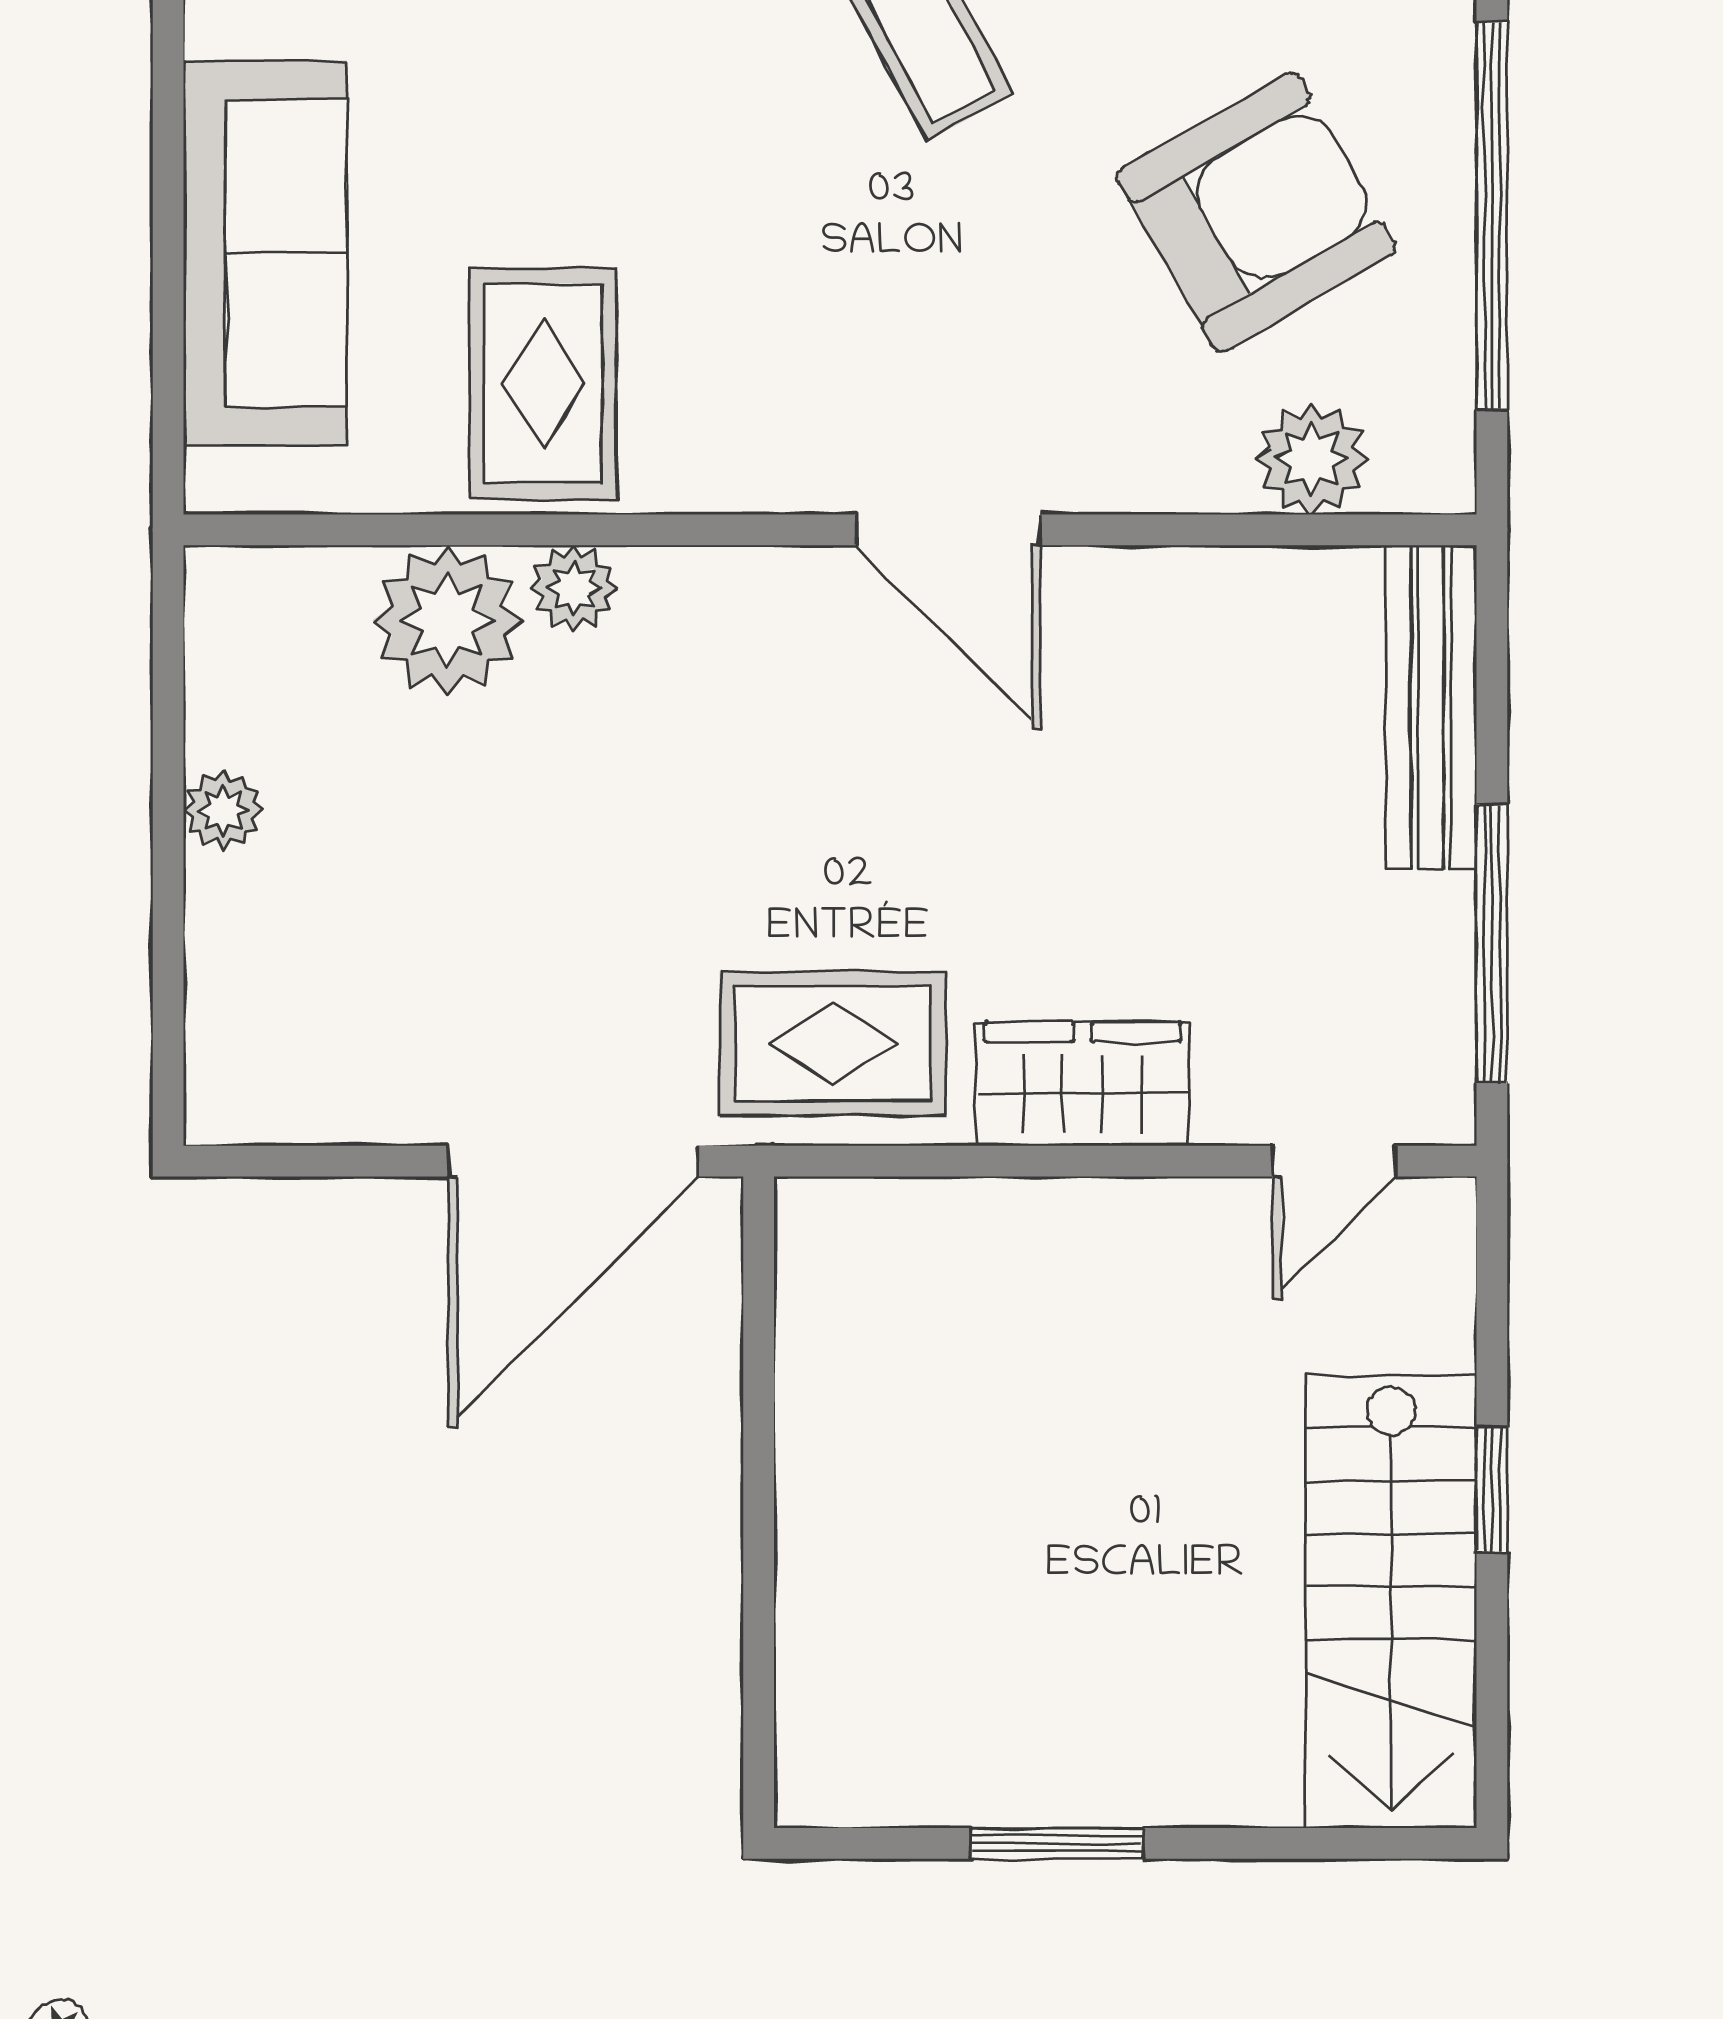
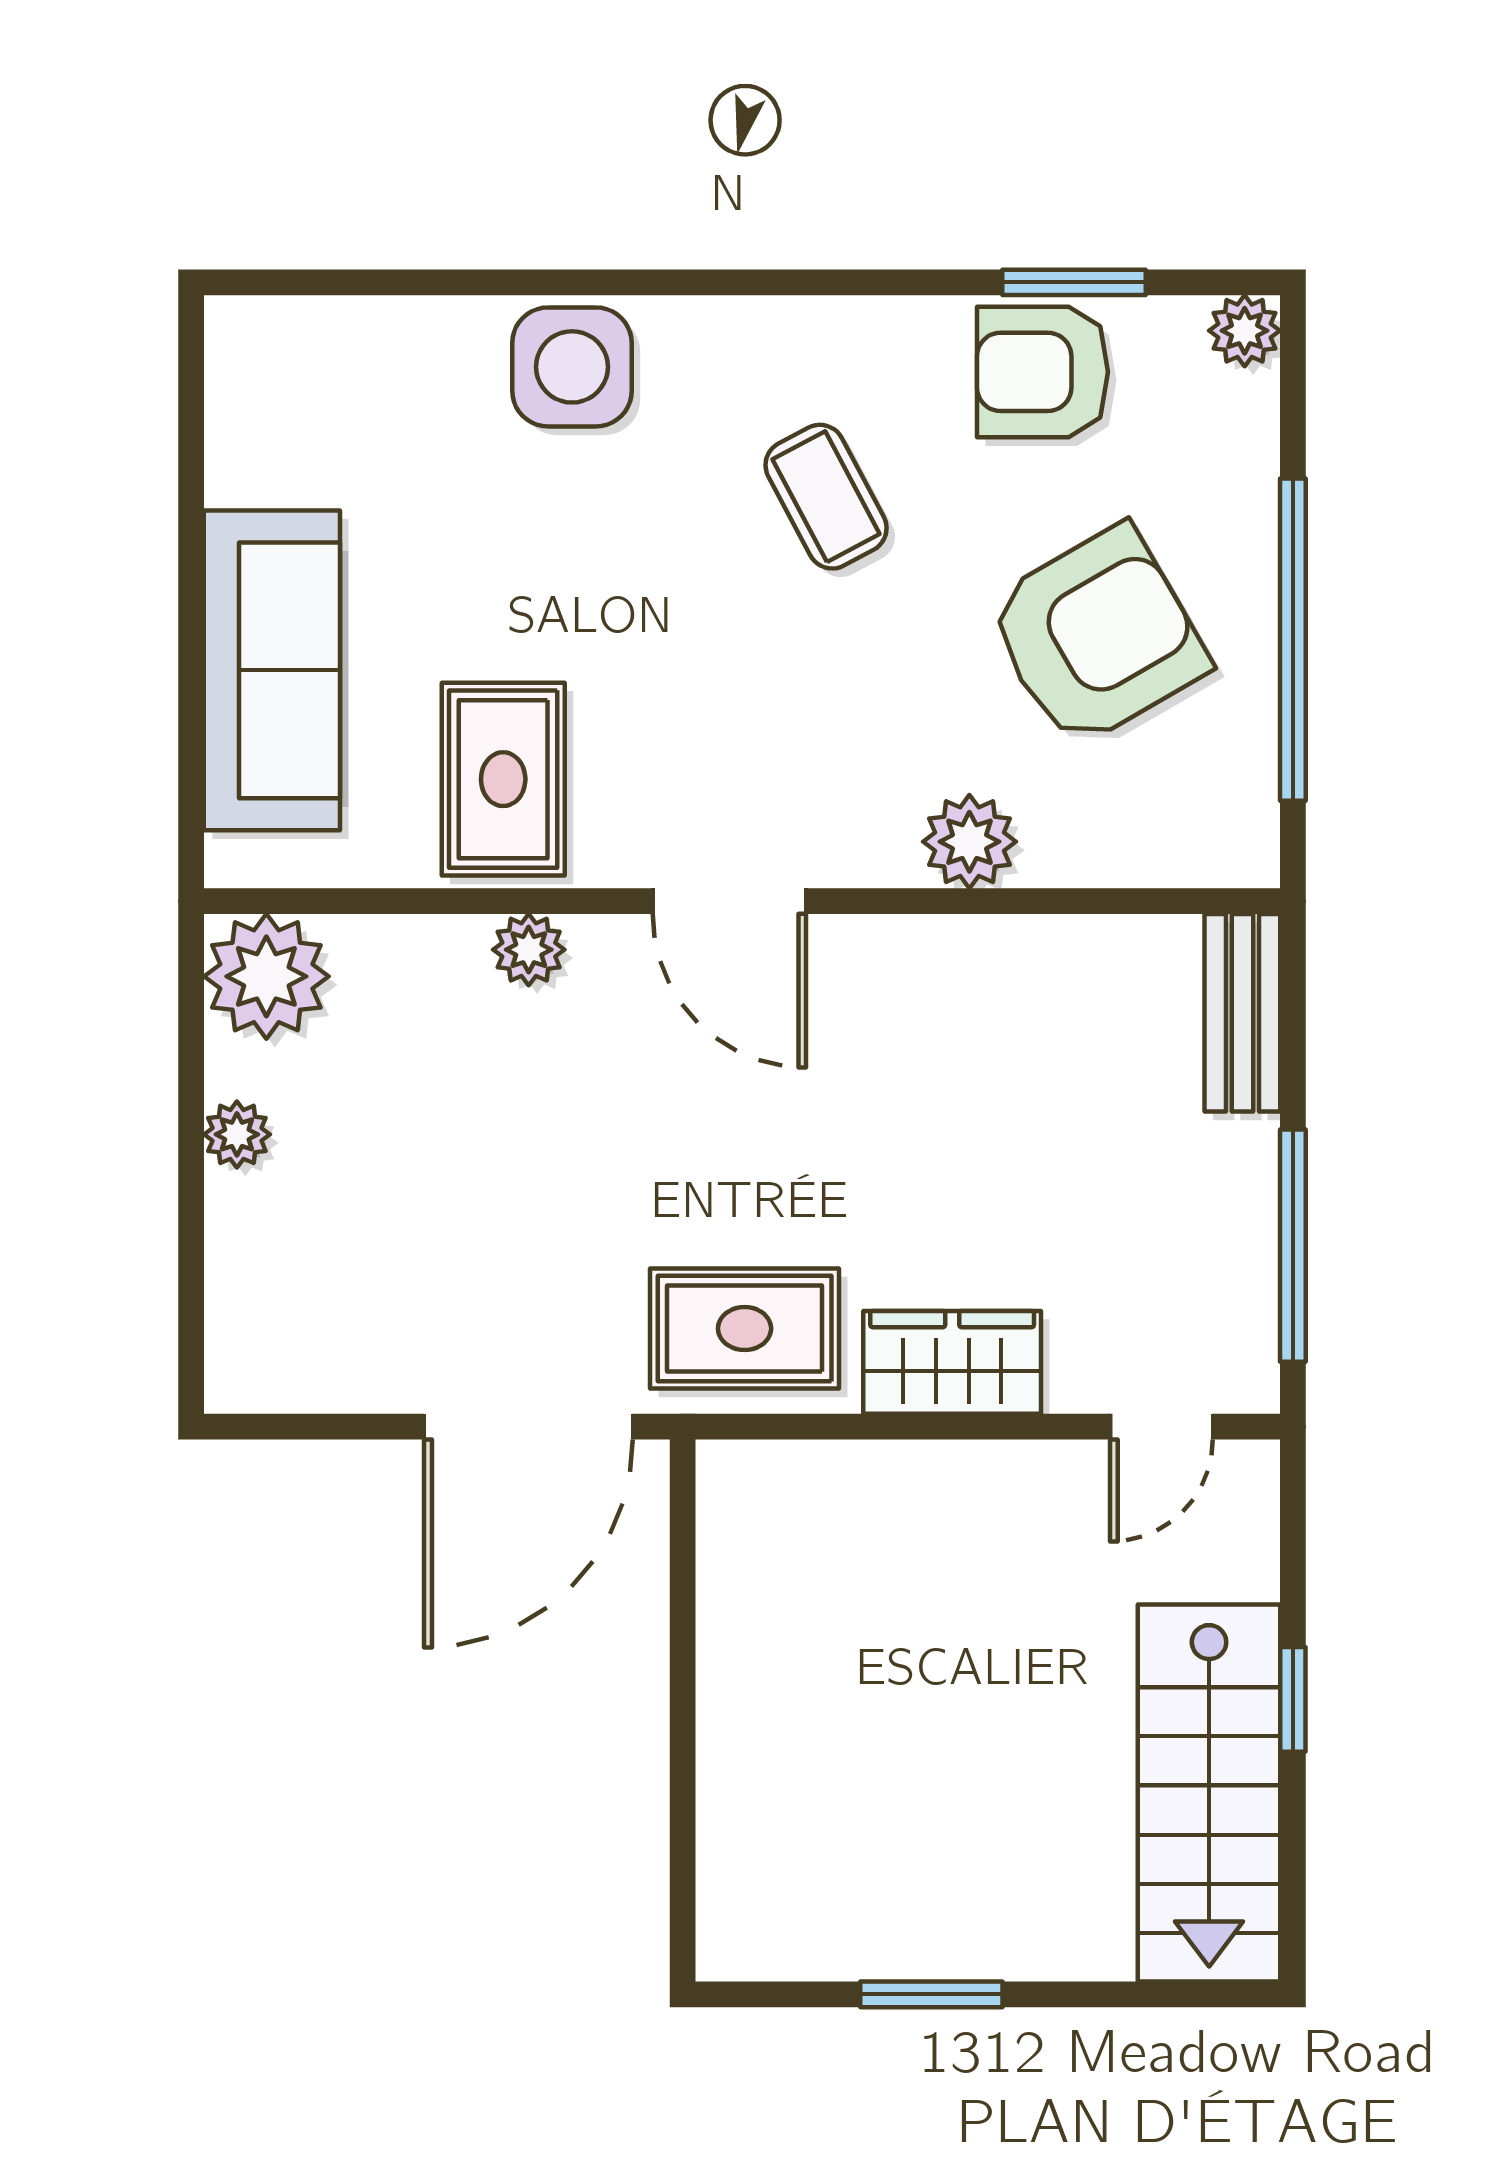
plant: (1312, 458) -> (969, 842), moved
door: (948, 530) -> (729, 901), moved
plant: (447, 620) -> (266, 976), moved
bench: (1431, 707) -> (1242, 1013), width x0.73

